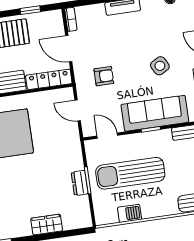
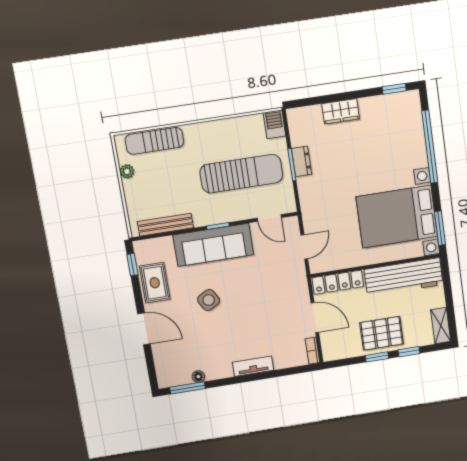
window: (30, 10) -> (377, 357), moved
armchair: (104, 76) -> (274, 287), removed
door: (78, 110) -> (304, 247), hinge flipped
barbecue: (129, 213) -> (275, 124), moved, turned 90

